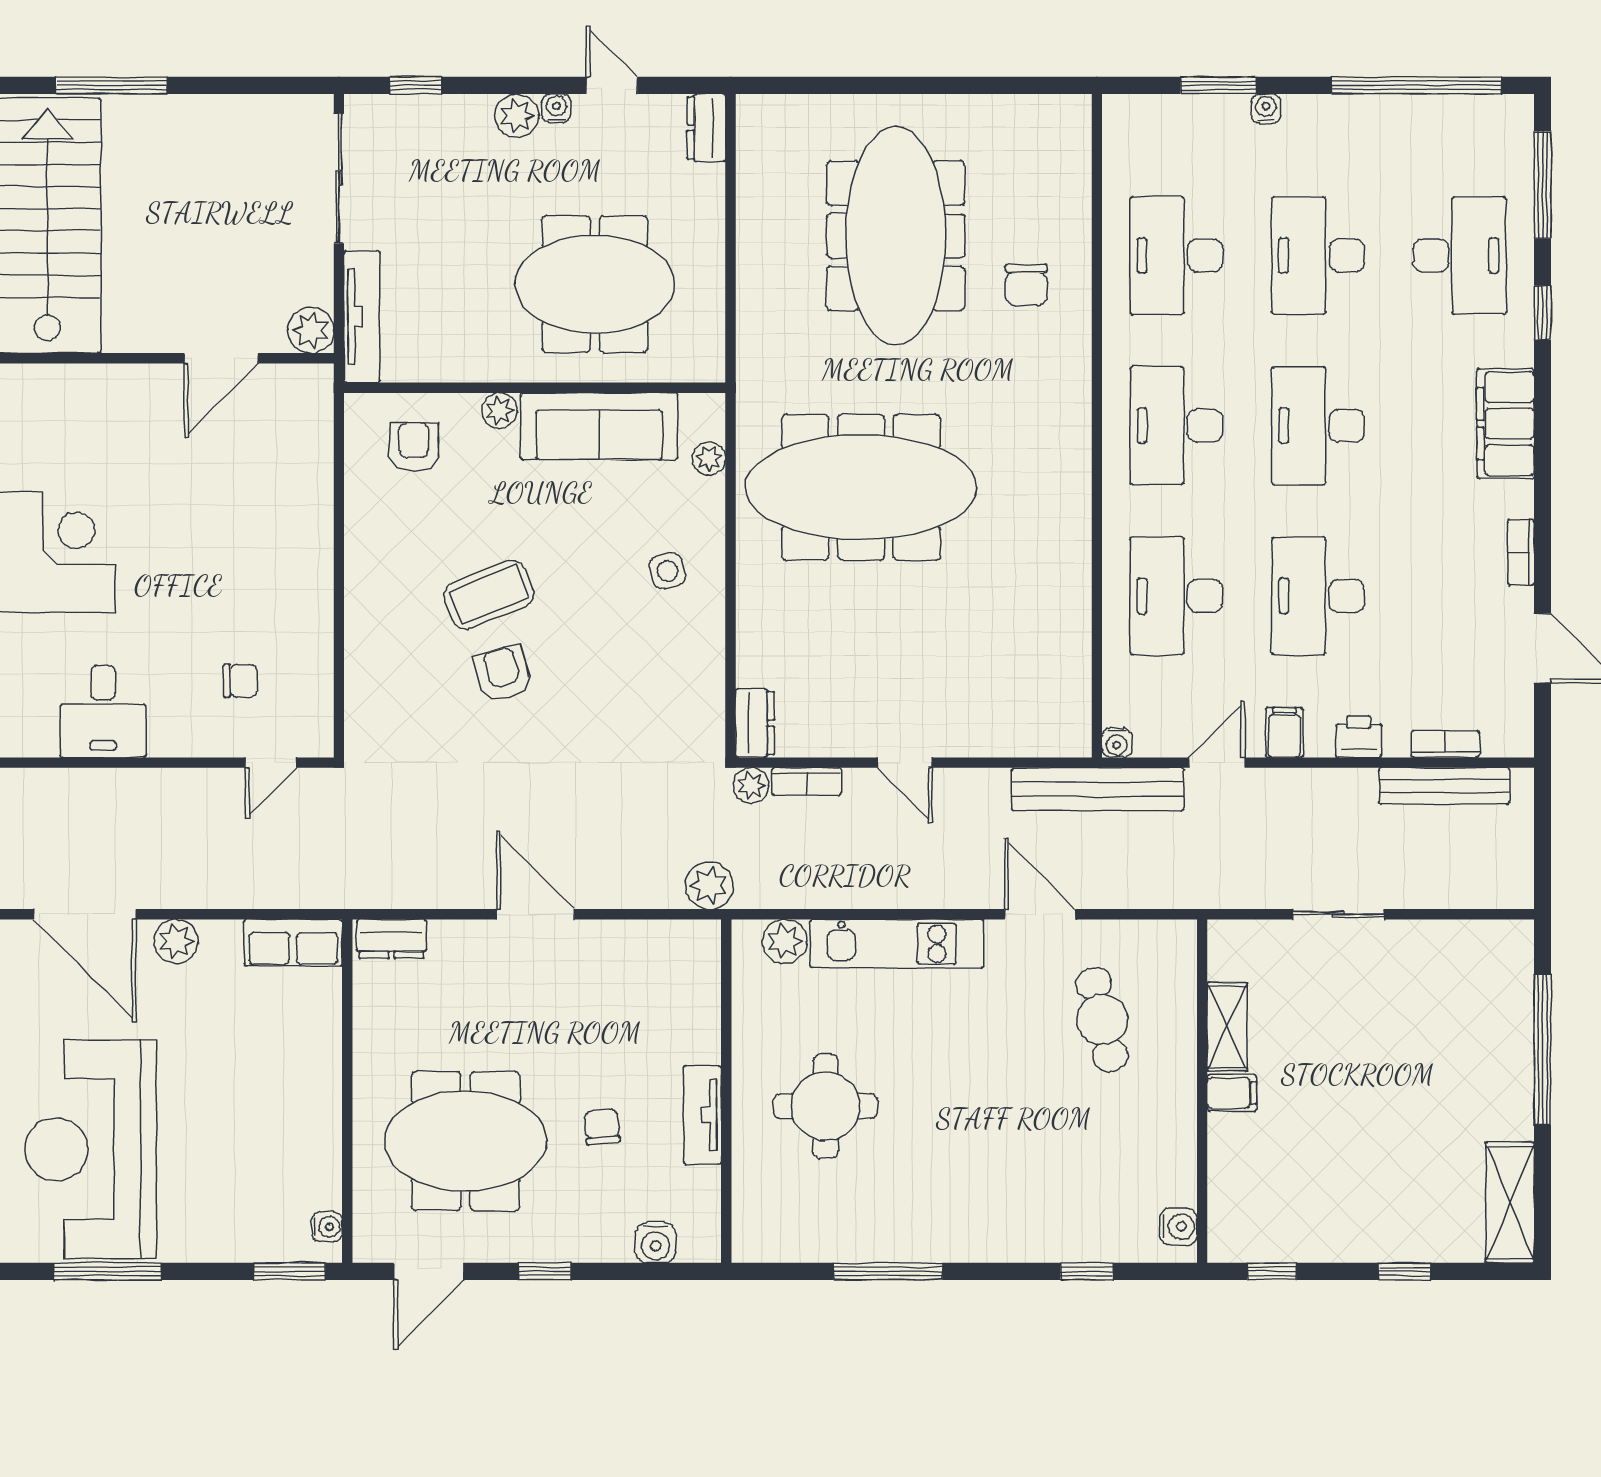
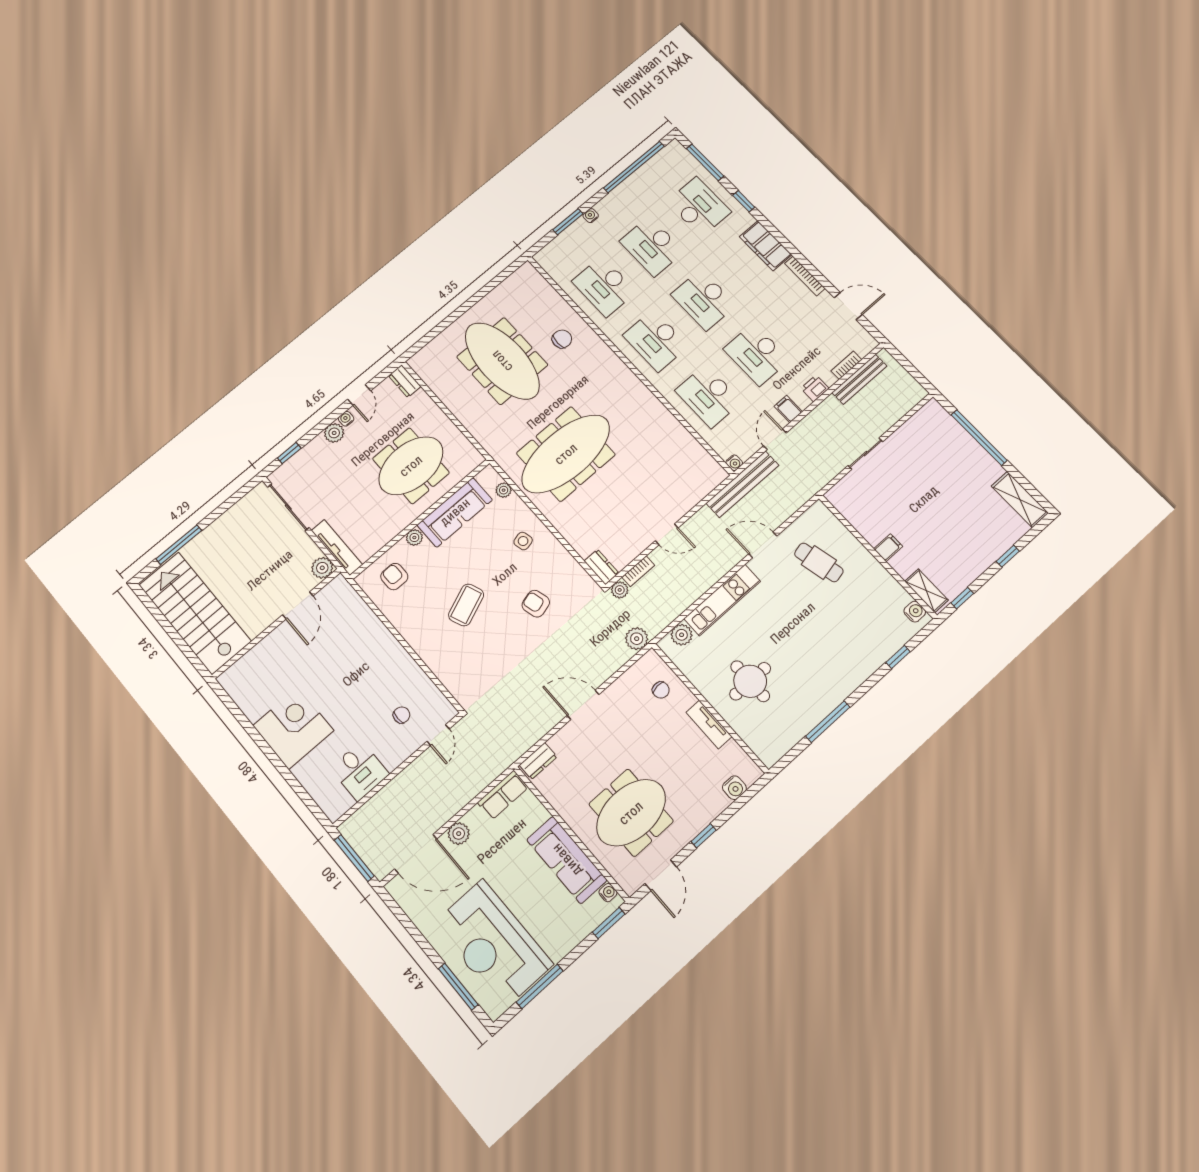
door: (612, 85) -> (359, 395), swing flipped
chair: (1026, 285) -> (562, 339), turned -91
bookcase: (1521, 552) -> (805, 276), width x1.56
armchair: (503, 674) -> (536, 604), moved
shelving: (1227, 1027) -> (926, 591), moved
sofa: (307, 1125) -> (567, 860), added
chair: (602, 1127) -> (661, 690), moved, turned 180

